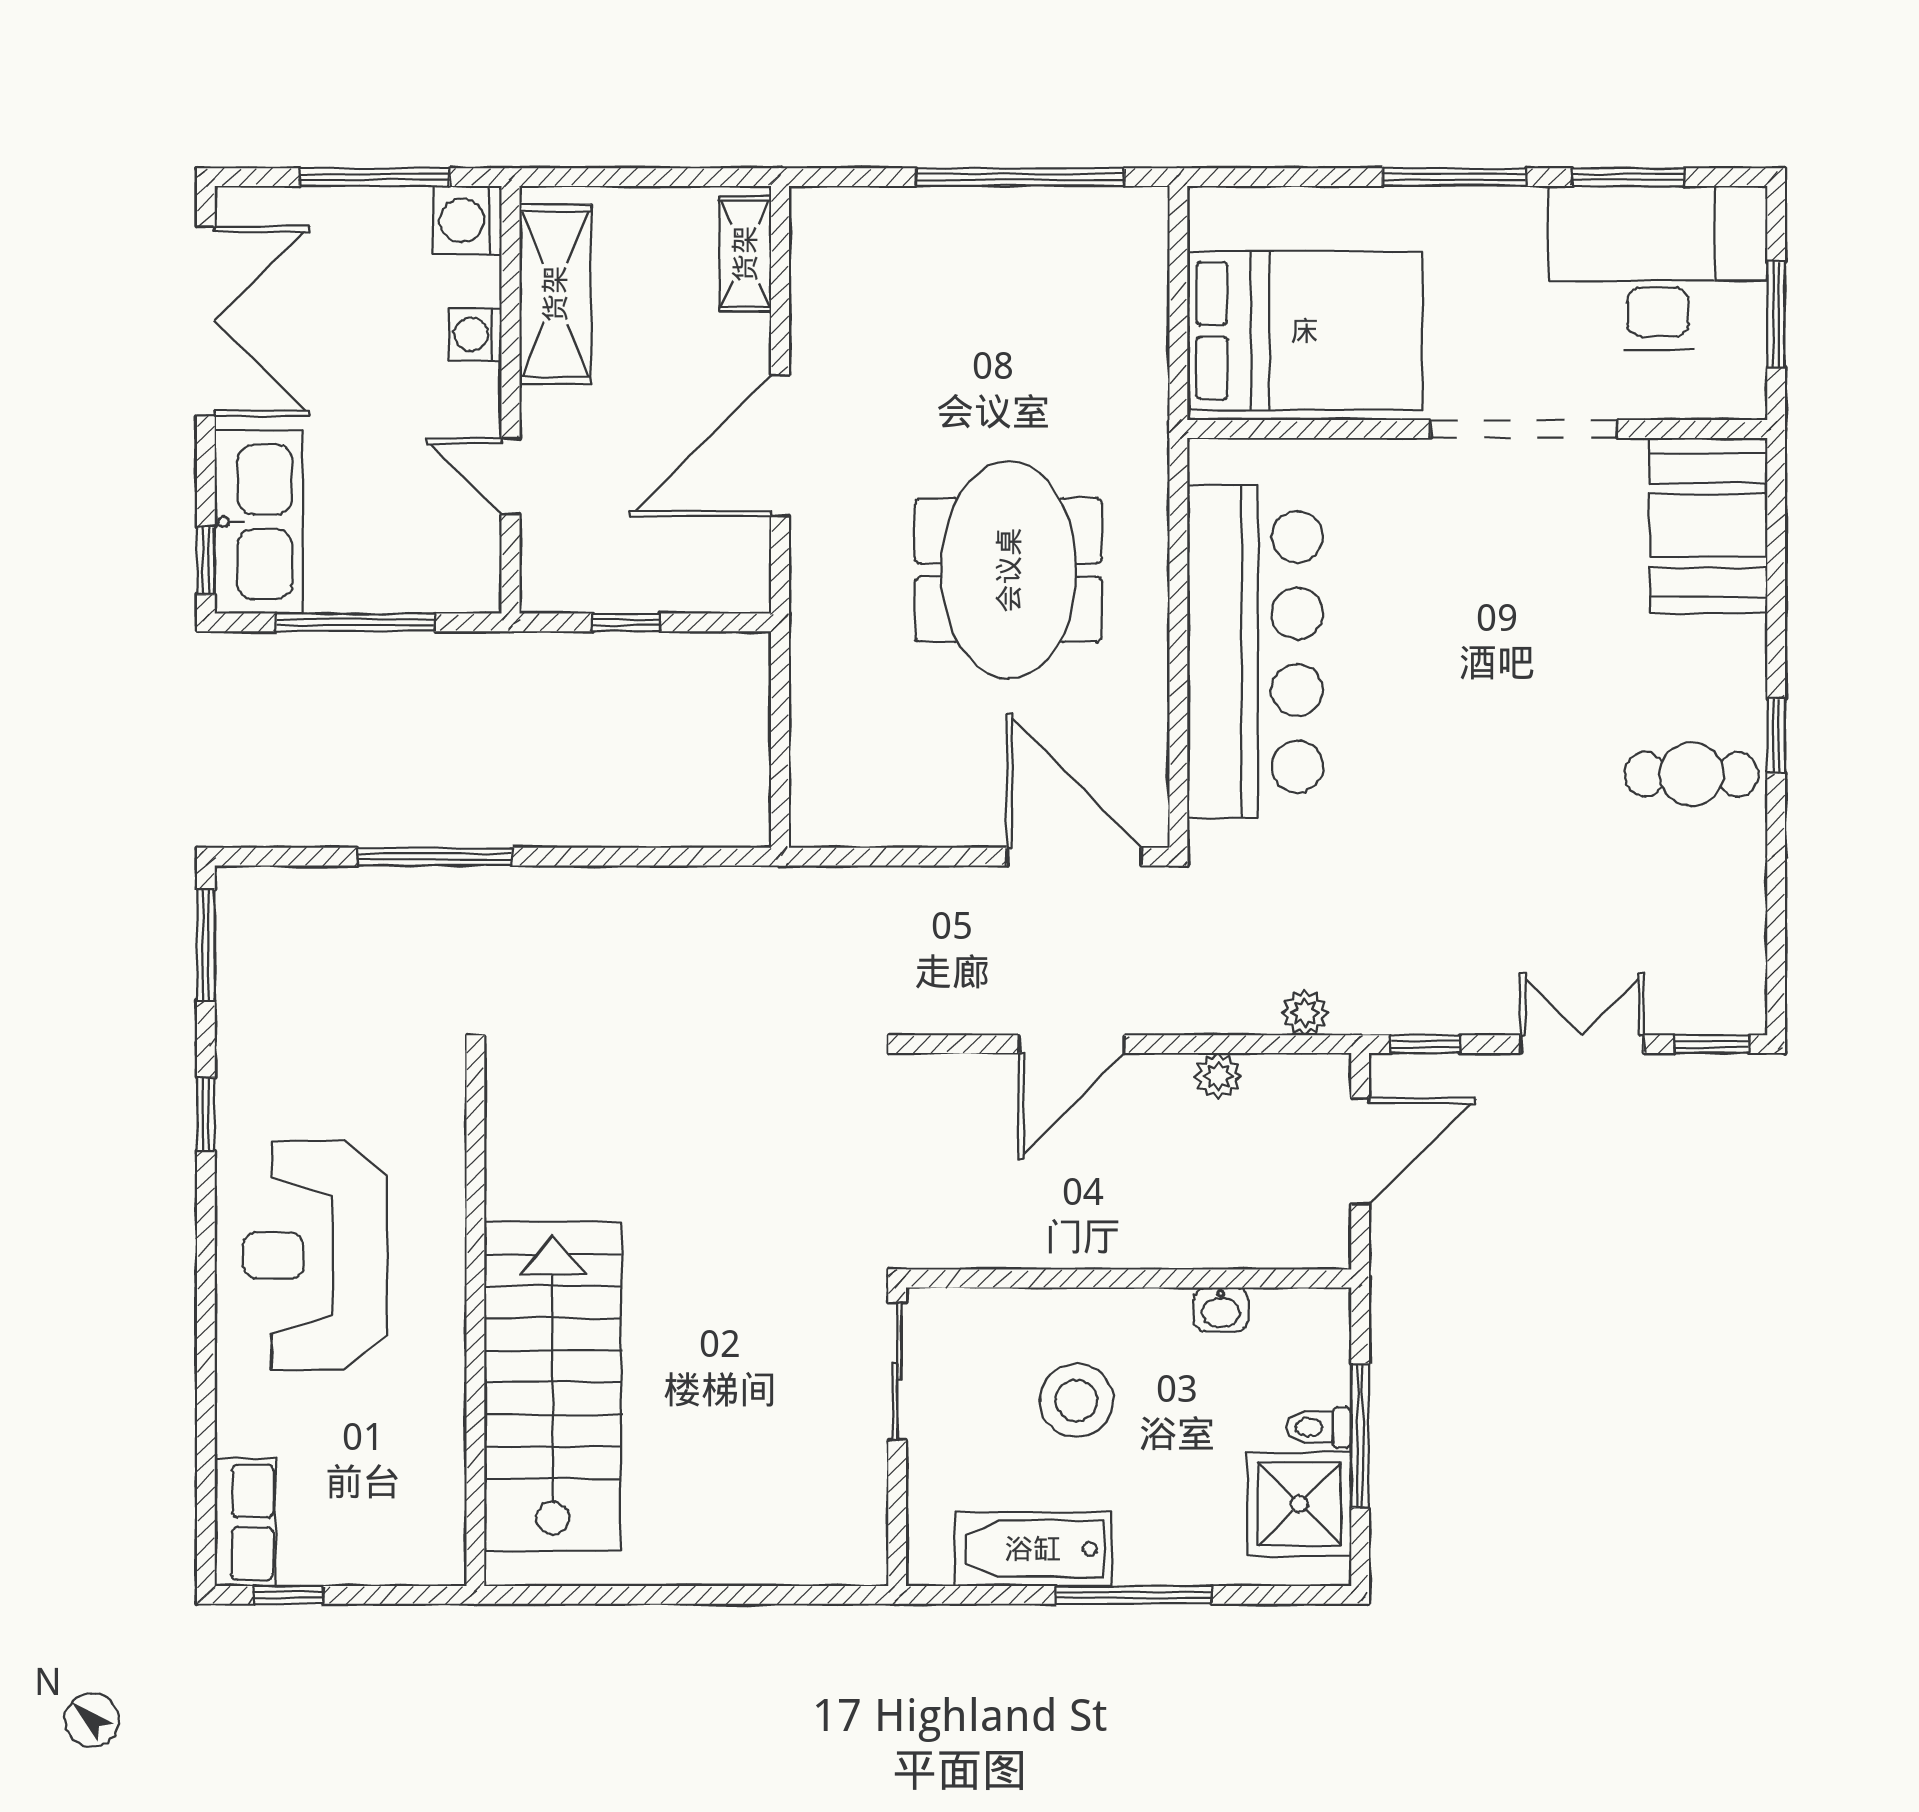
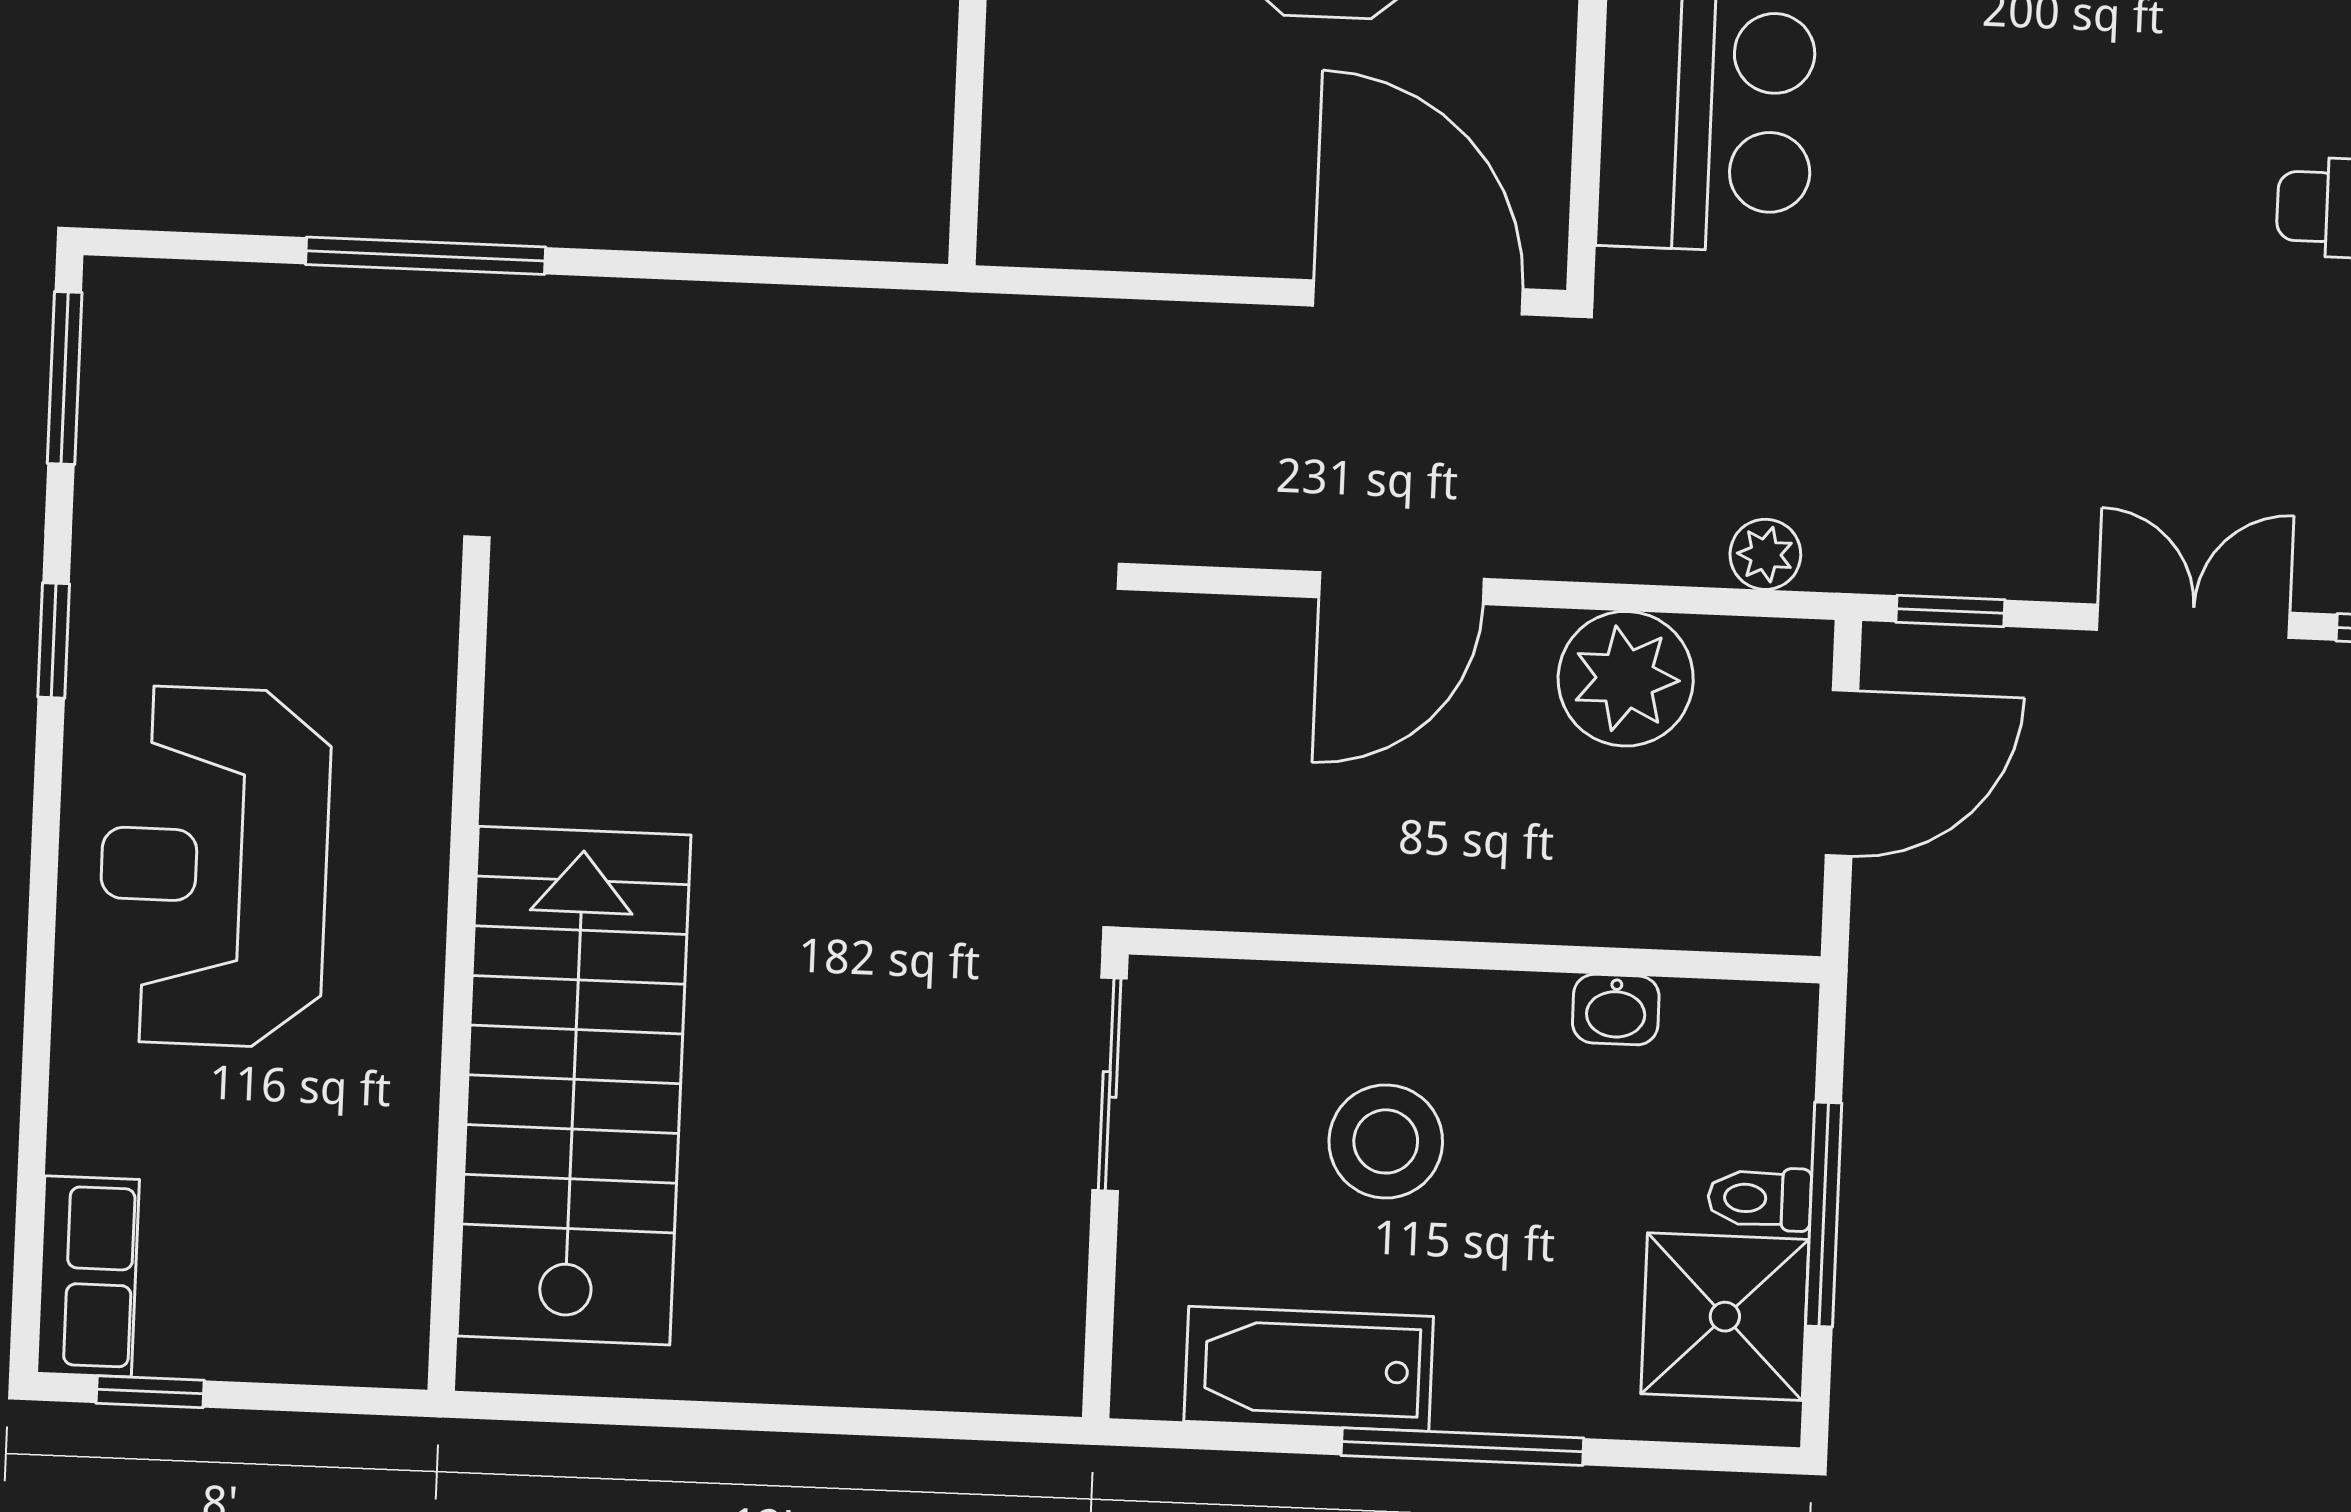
plant: (1218, 1076) -> (1626, 679), width x1.87, depth x1.87

